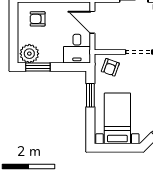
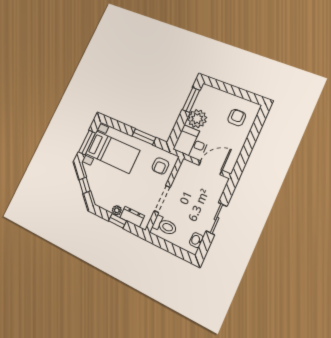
plant: (29, 54) -> (197, 119), moved
armchair: (110, 67) -> (160, 166), turned -110
window: (119, 148) -> (87, 143), added

